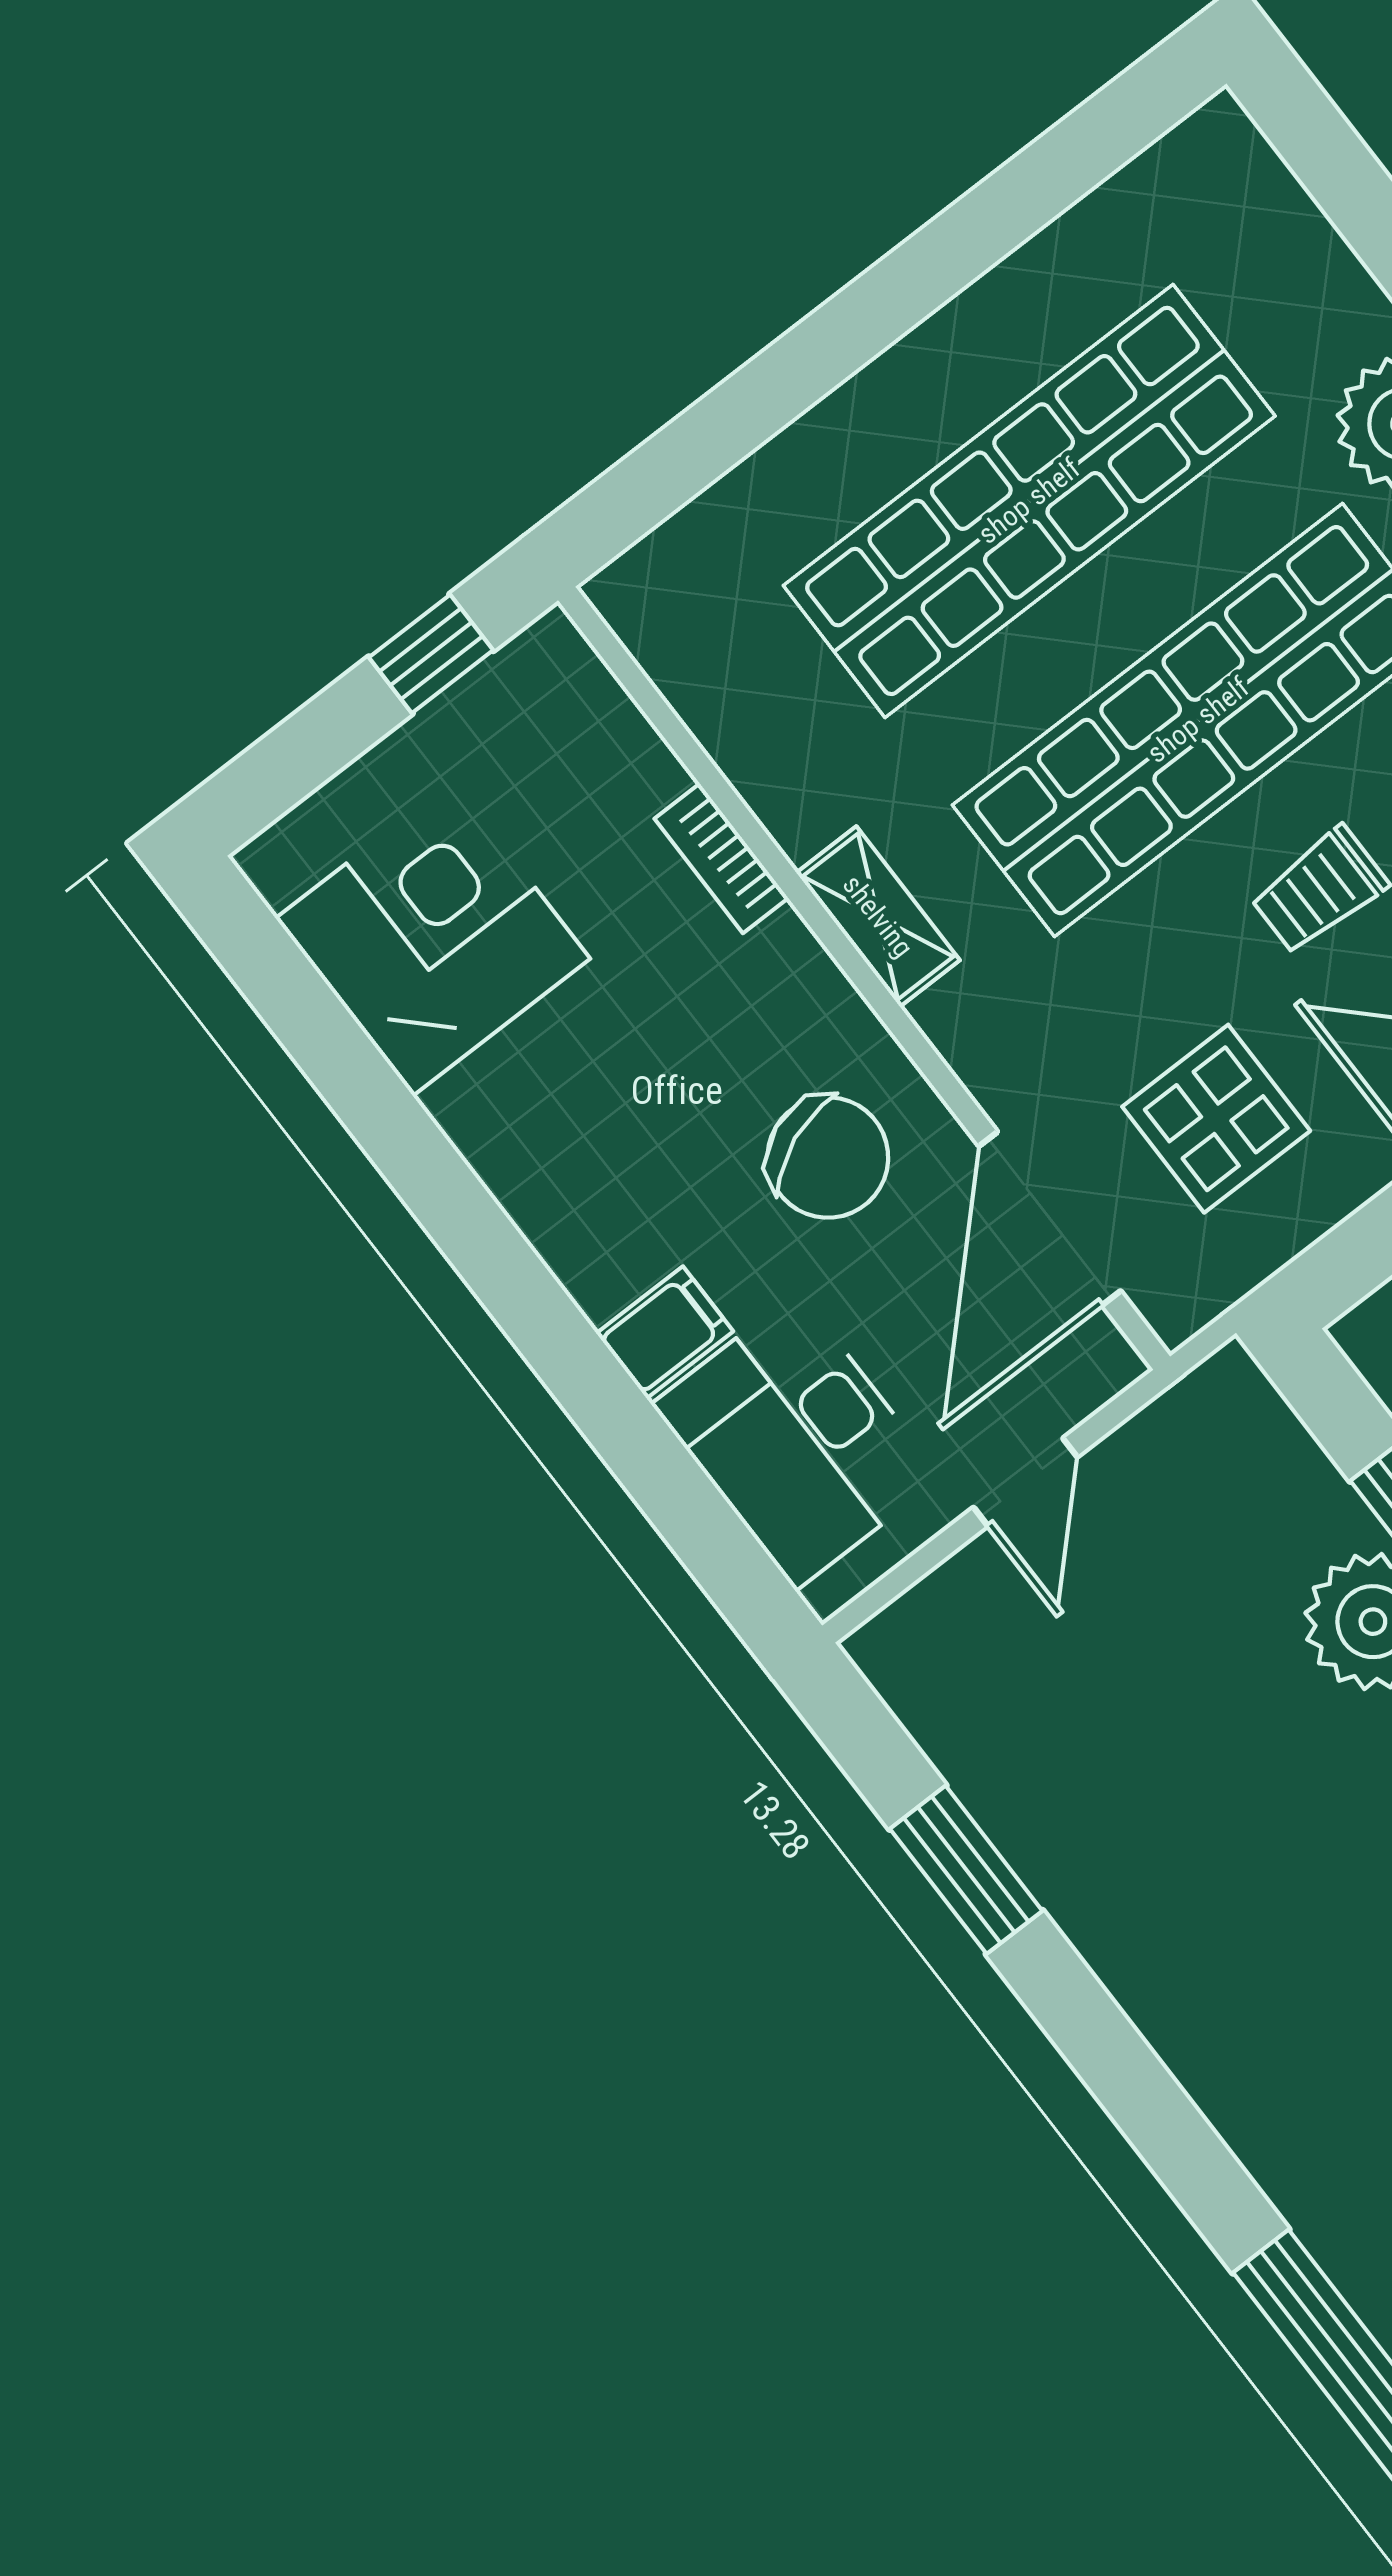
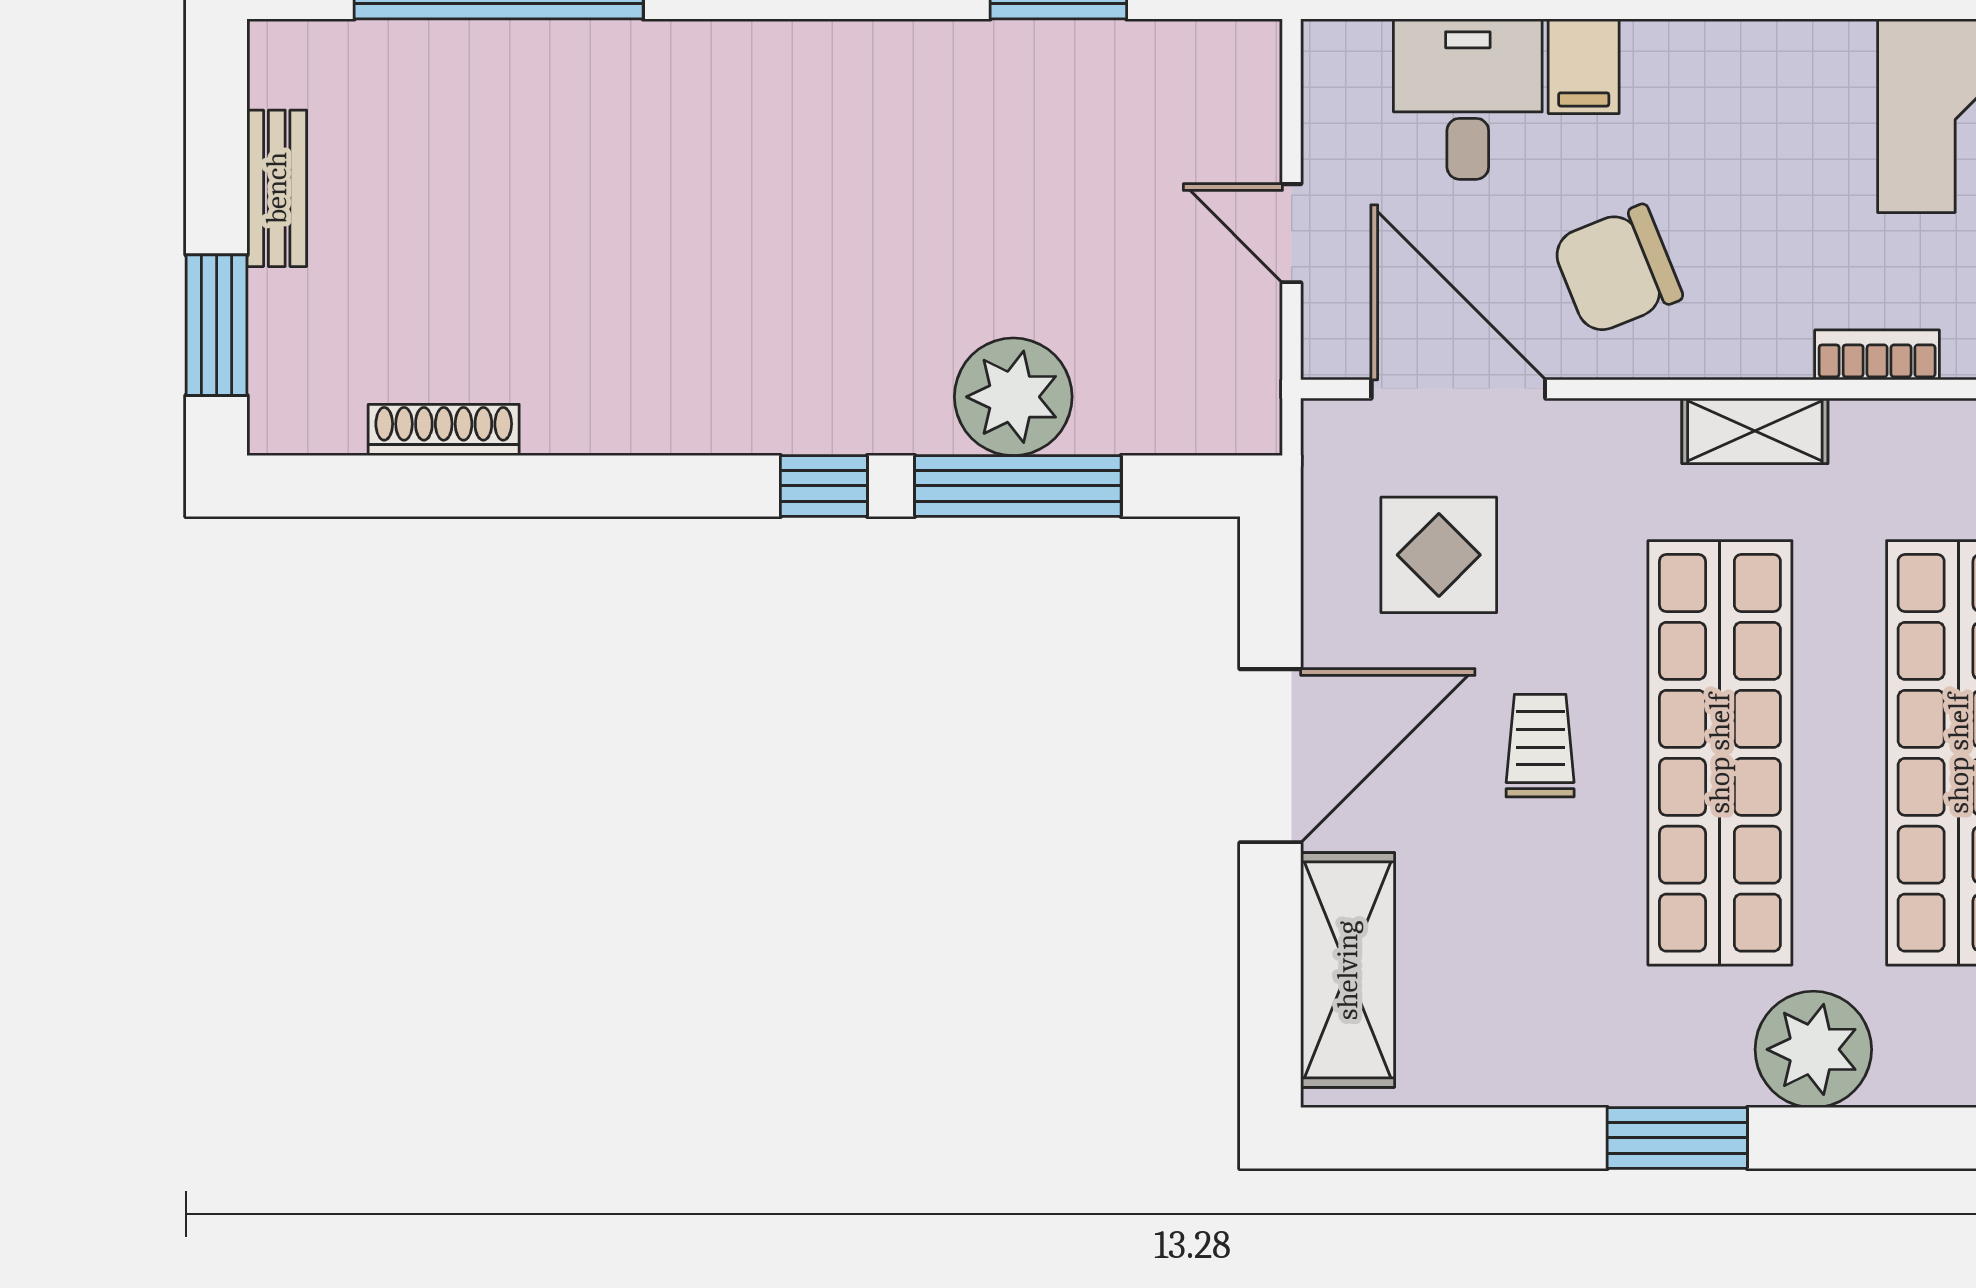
desk: (797, 1441) -> (1468, 99), width x0.73

